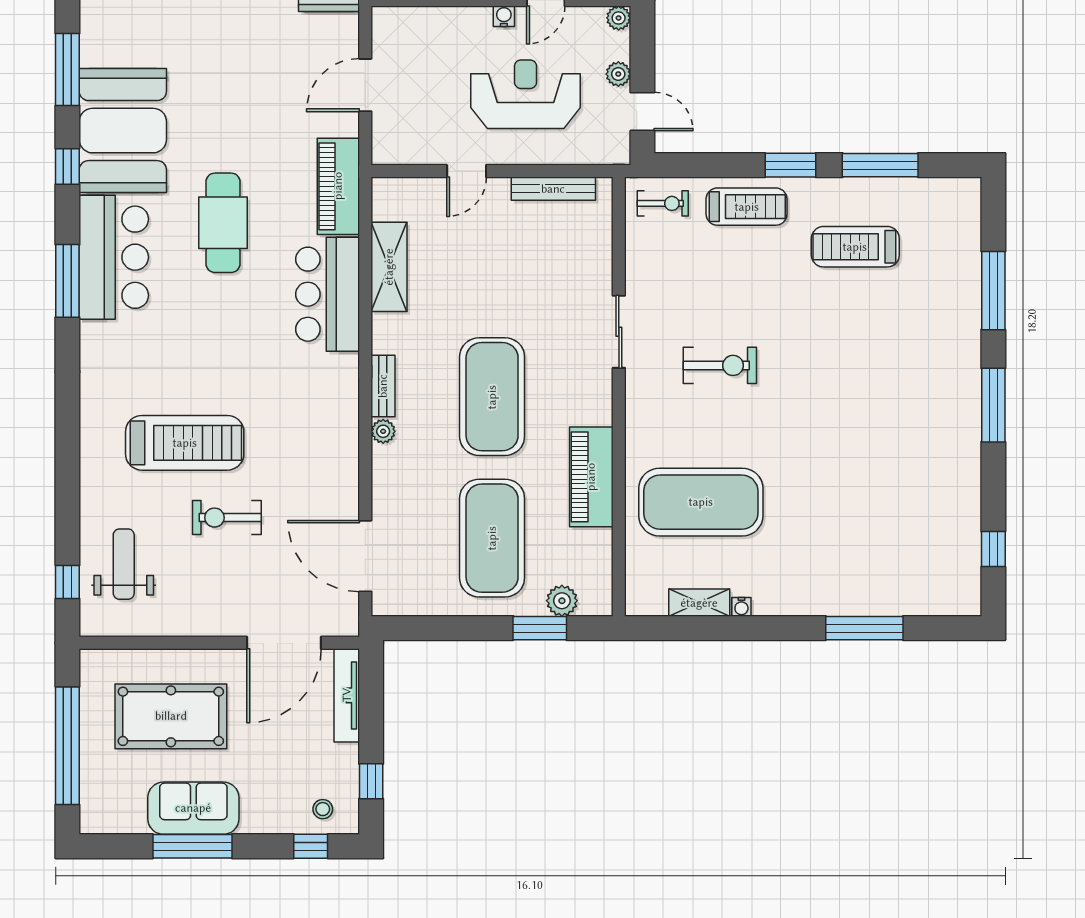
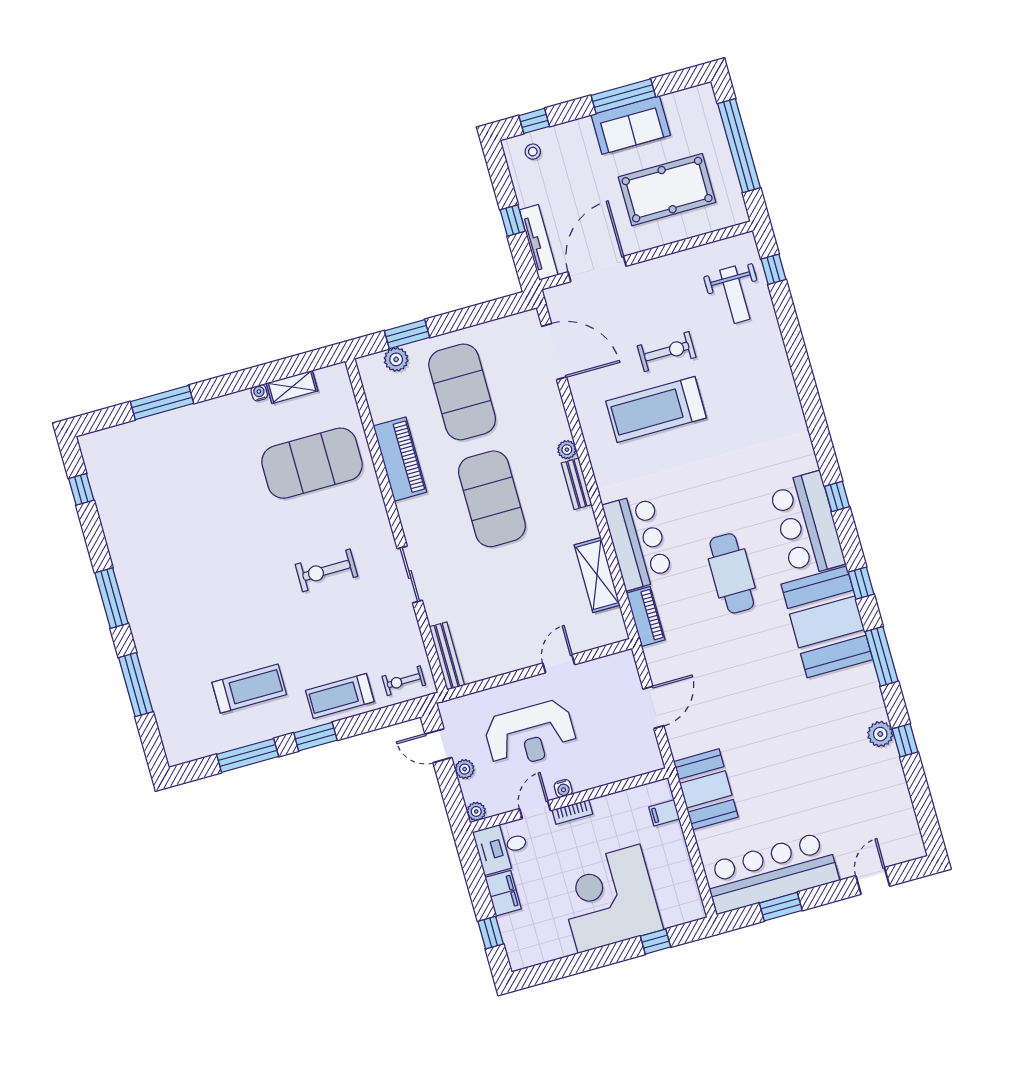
piano: (338, 186) -> (646, 616), width x0.73, depth x0.75
bench: (553, 189) -> (447, 656), moved, turned 90
window: (67, 281) -> (837, 497), width x0.46
treadmill: (185, 443) -> (656, 410), moved
window: (371, 781) -> (513, 220), moved

